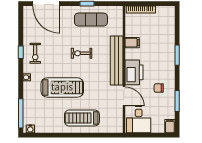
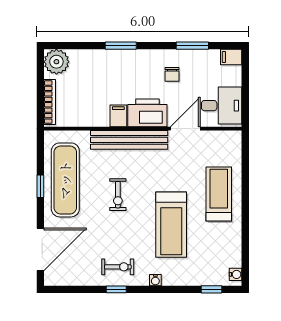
plant: (167, 14) -> (56, 62), added
exercise mat: (91, 20) -> (65, 180), width x1.36, depth x1.45
filing cabinet: (132, 43) -> (118, 116), moved
treadmill: (62, 87) -> (171, 225), turned 180
window: (21, 113) -> (211, 289), width x0.46
treadmill: (82, 118) -> (219, 194), turned 180

